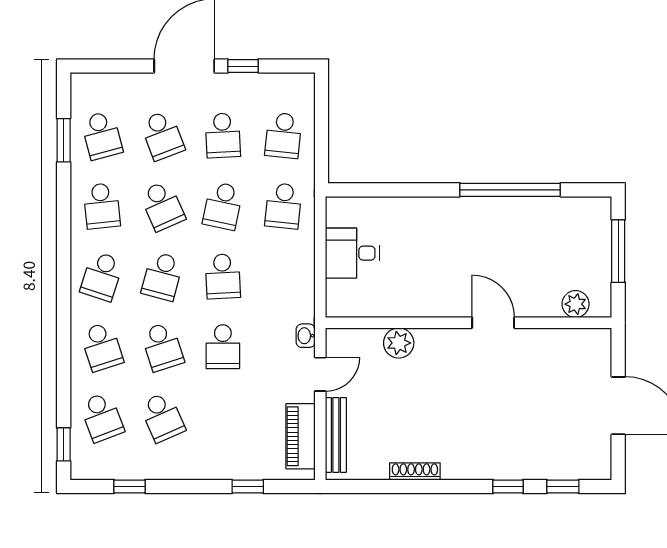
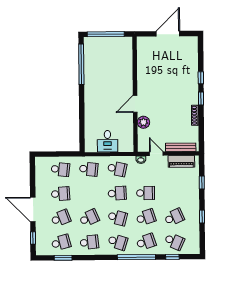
window: (243, 66) -> (33, 238), moved
window: (510, 190) -> (81, 64), moved
school desk: (223, 206) -> (117, 169), moved
window: (618, 251) -> (106, 34), width x1.46
plant: (576, 304) -> (127, 51), removed
window: (64, 323) -> (136, 257), added
door: (493, 323) -> (135, 104), moved
school desk: (102, 417) -> (174, 241), turned 45
window: (64, 444) -> (172, 257), moved
window: (130, 486) -> (202, 217), moved
window: (563, 486) -> (201, 99), moved

